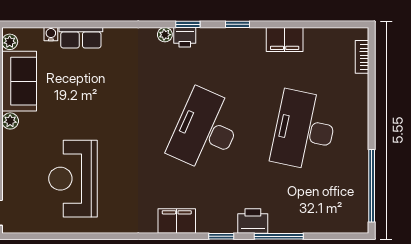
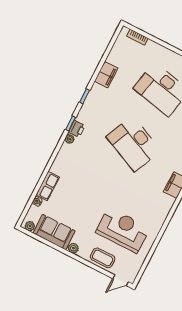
coffee table: (18, 170) -> (103, 258), added
reception desk: (73, 179) -> (123, 230), turned 180

